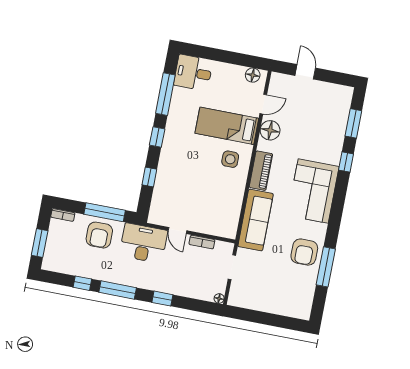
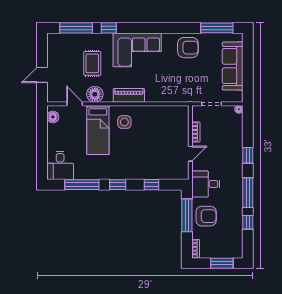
window: (353, 123) -> (76, 28), width x1.44
rug: (307, 134) -> (92, 63), added
sofa: (256, 220) -> (233, 66), moved, turned -90
desk: (143, 243) -> (206, 184), width x0.73
window: (326, 267) -> (217, 28), moved

